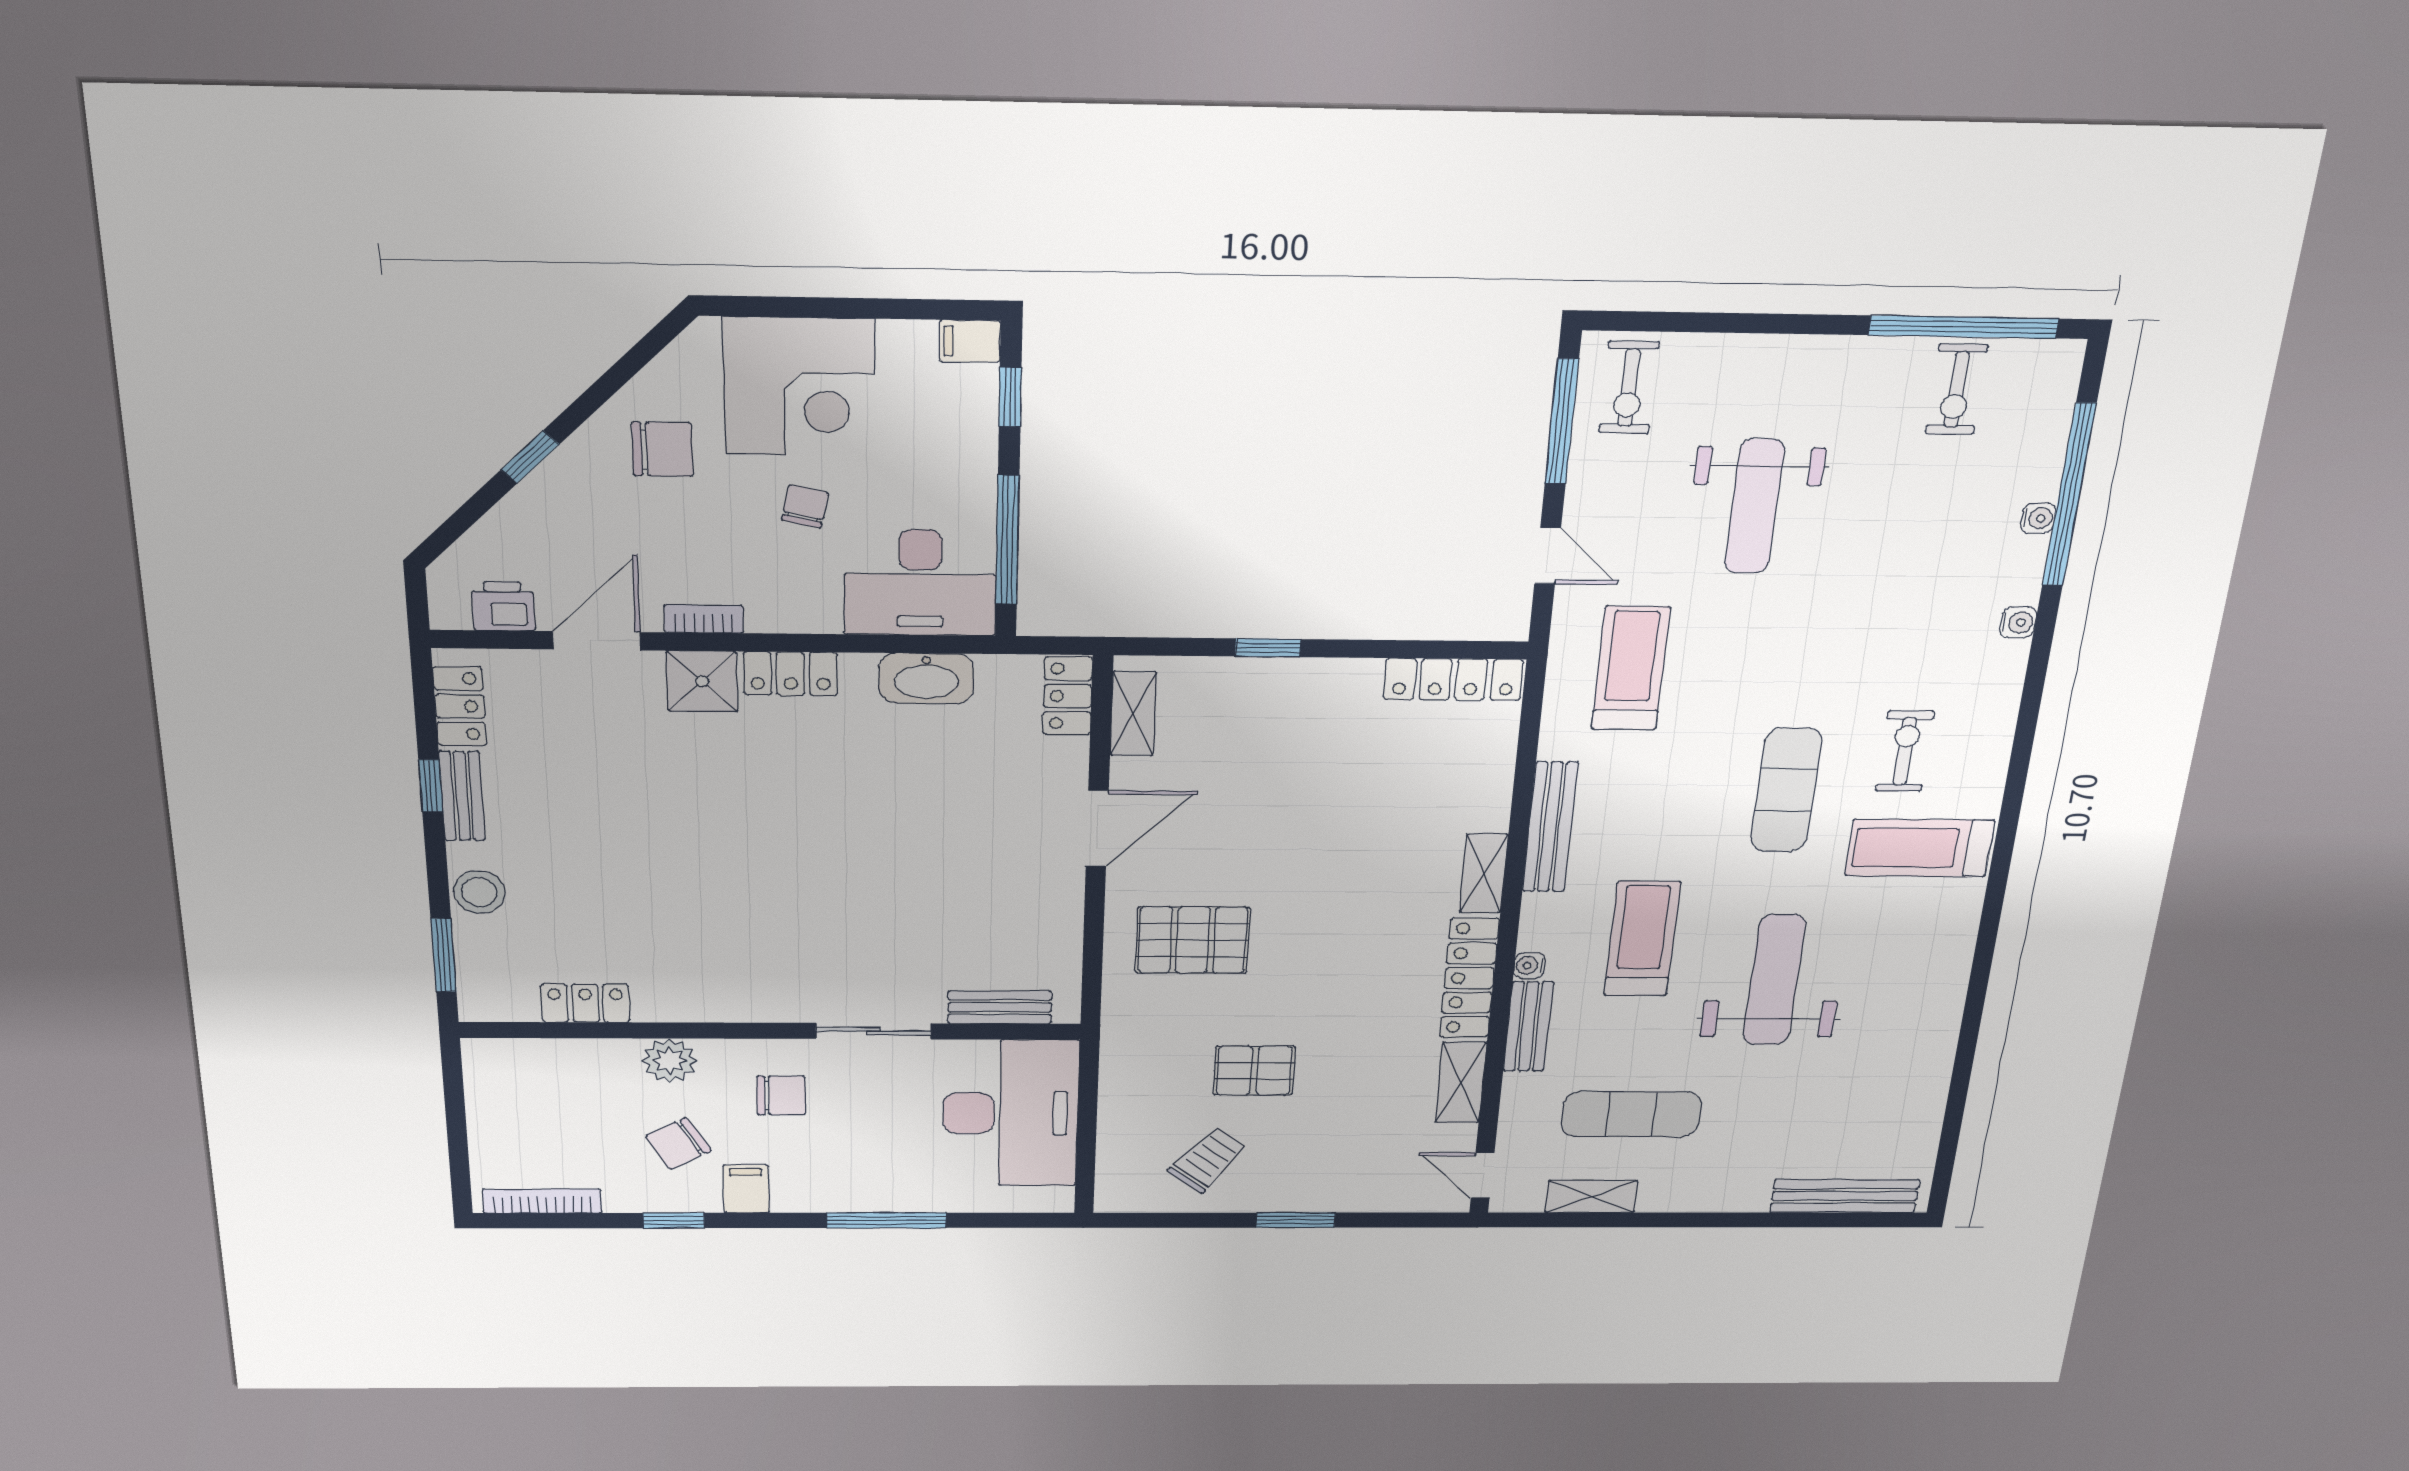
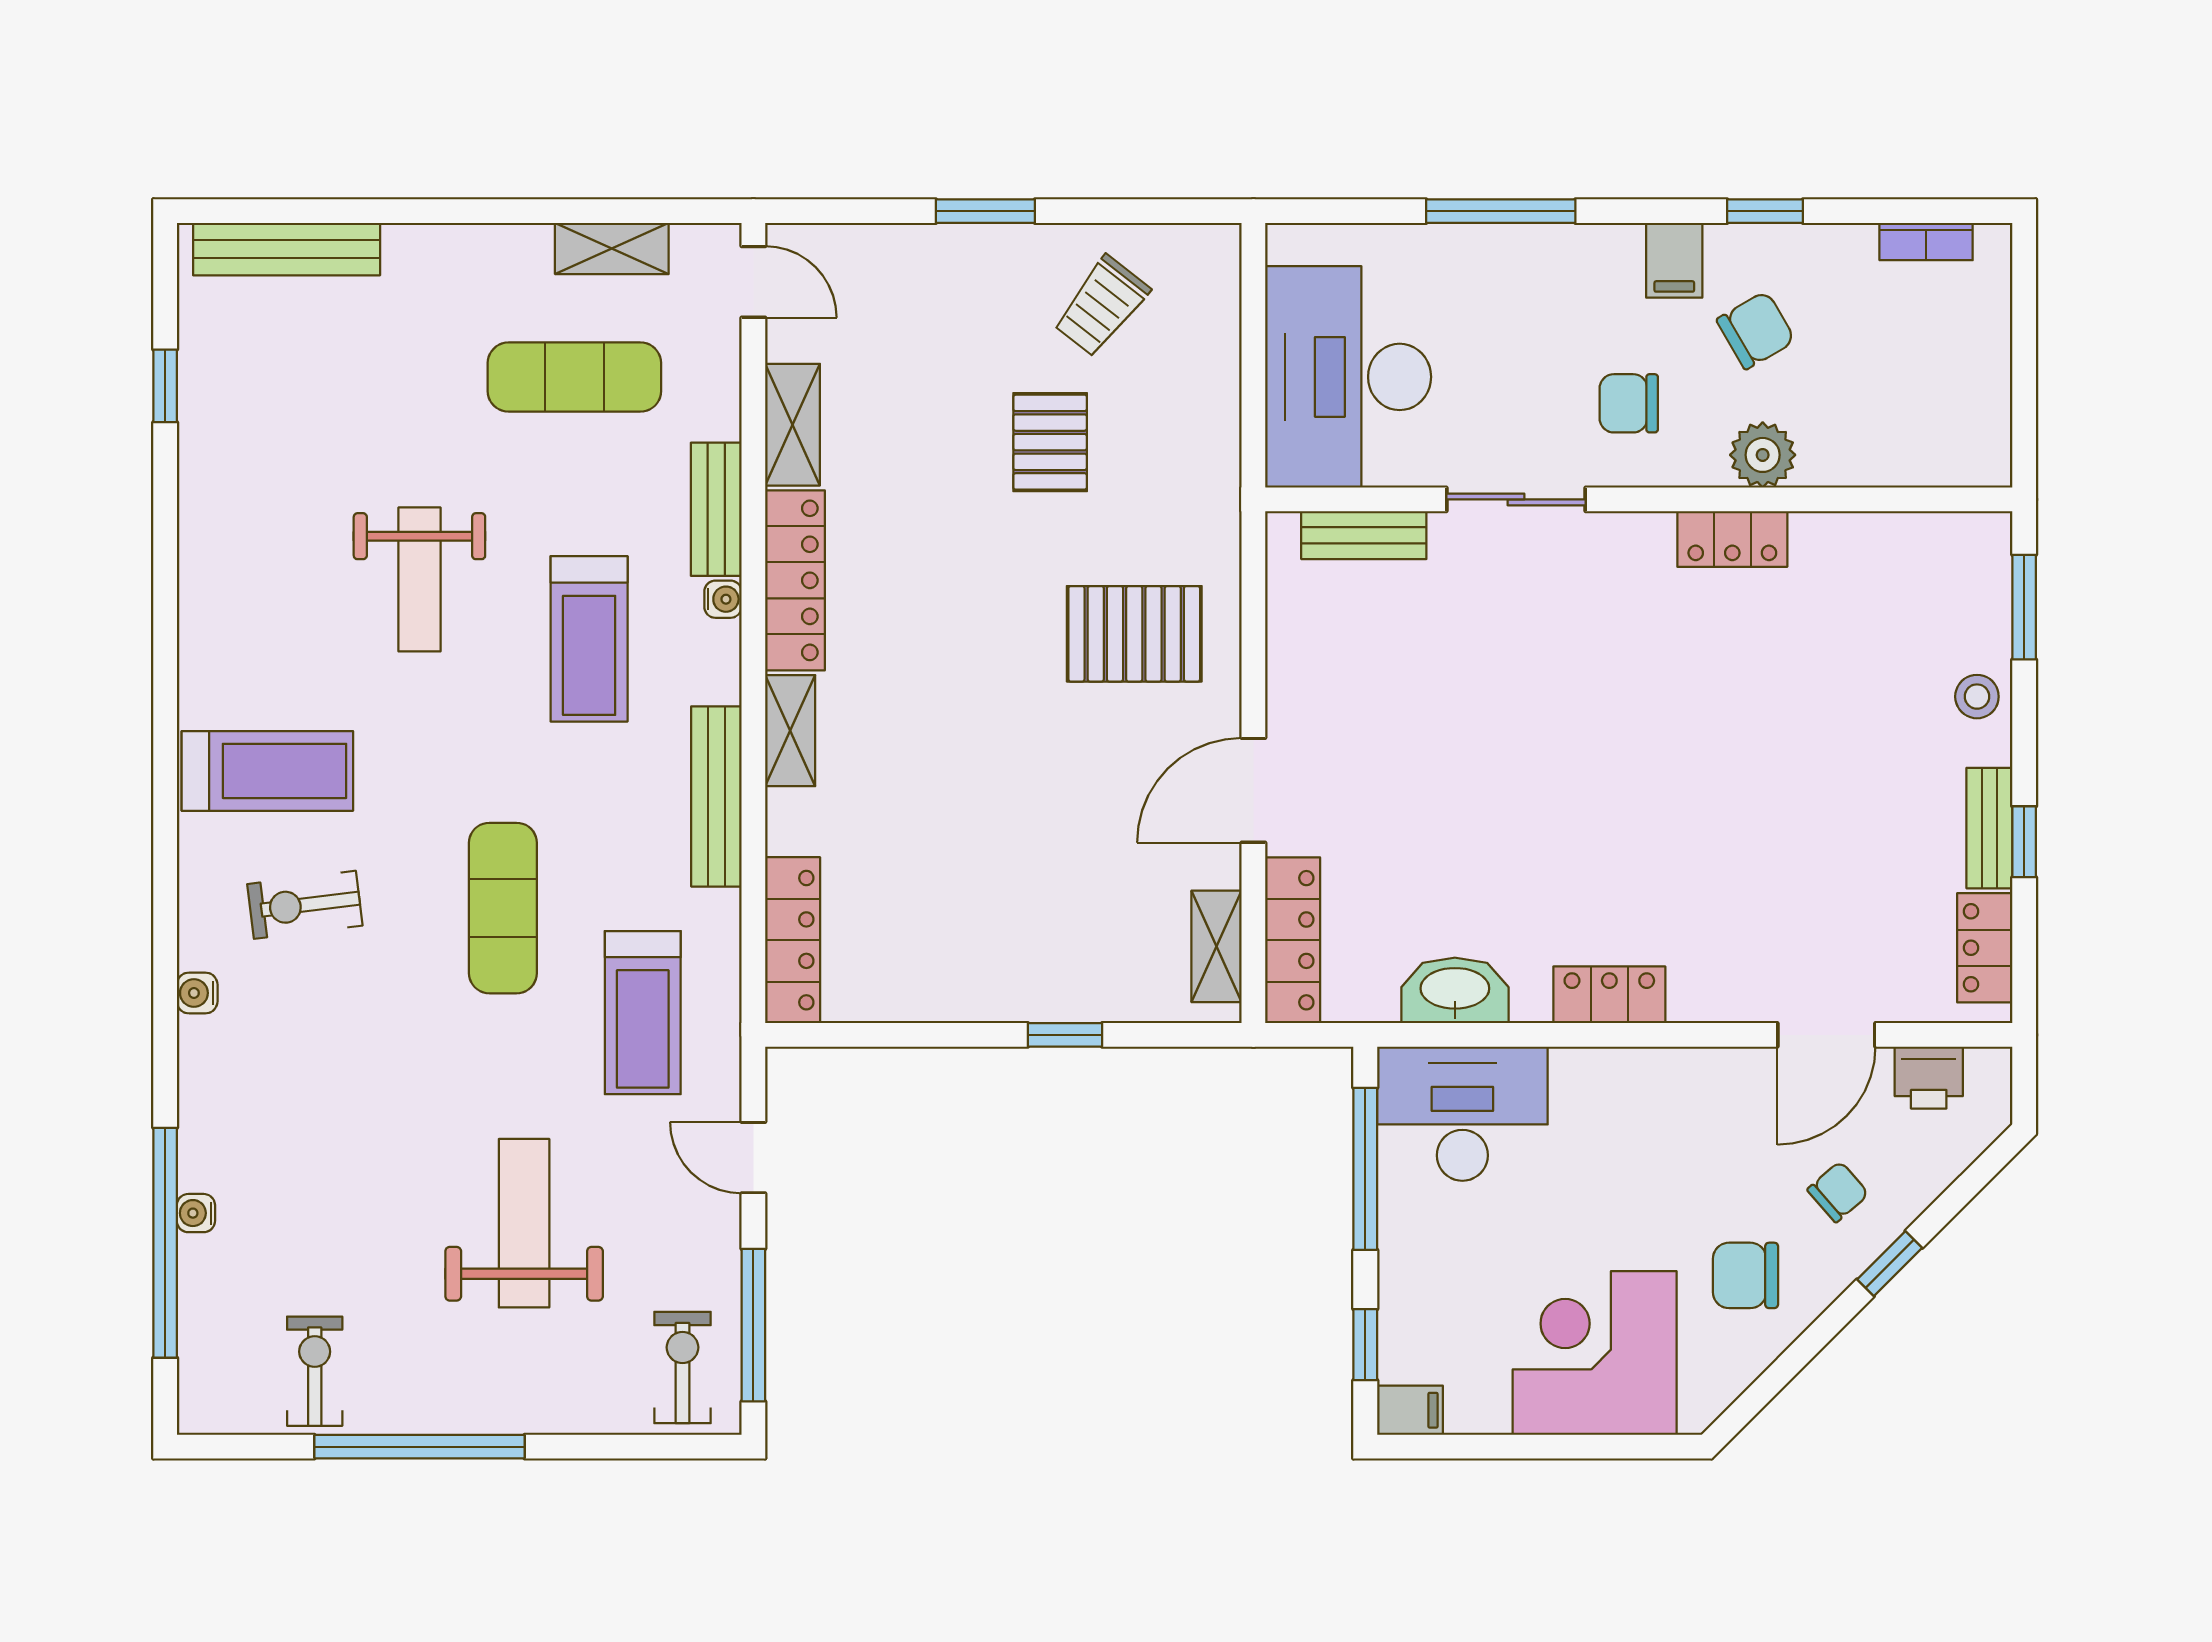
window: (1964, 327) -> (420, 1447), moved
chair: (805, 506) -> (1838, 1192), moved, turned -143
bookcase: (704, 619) -> (1706, 1064), removed
water cooler: (2018, 622) -> (197, 993), moved
locker: (1453, 679) -> (793, 940), moved, turned 90
shower: (702, 681) -> (1710, 984), removed
locker: (1068, 696) -> (1293, 940), width x1.53
exercise bike: (1905, 751) -> (305, 905), turned 83
exercise mat: (1786, 790) -> (503, 908), moved
stool: (479, 892) -> (1977, 697), width x0.73, depth x0.73
weight bench: (1774, 980) -> (419, 579), width x0.73, depth x0.75
locker: (585, 1003) -> (1732, 539), moved
pallet: (1254, 1071) -> (1050, 442), turned 90
window: (1955, 1109) -> (165, 386), added
bookcase: (542, 1201) -> (1926, 242), width x0.64

